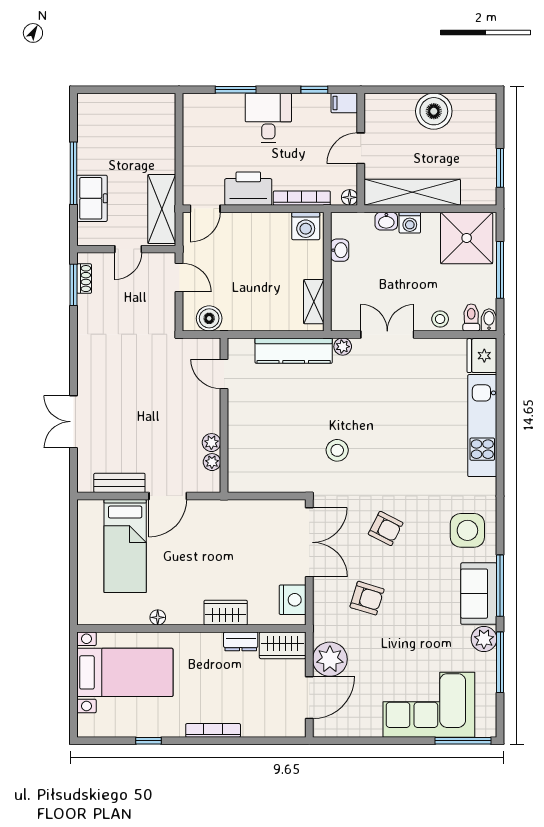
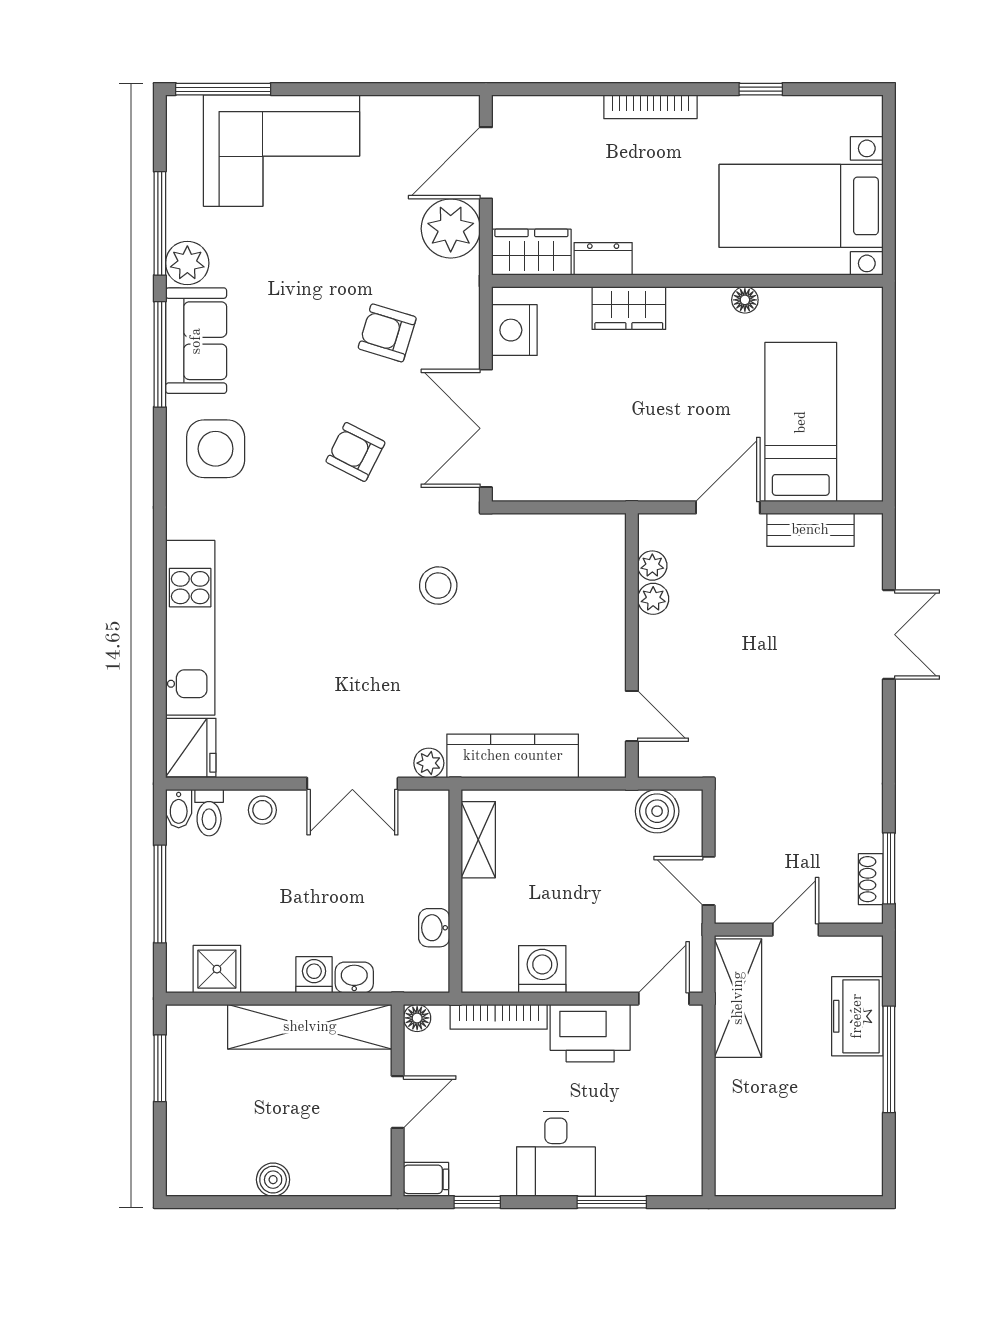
boiler: (434, 111) -> (273, 1180), width x0.54, depth x0.54
washing machine: (306, 226) -> (542, 969), moved
shower: (467, 238) -> (217, 969), width x0.54, depth x0.54

